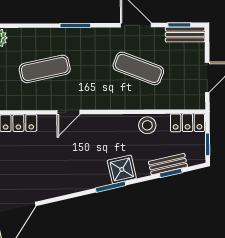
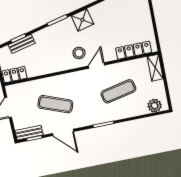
stool: (147, 125) -> (79, 53), moved
shower: (122, 169) -> (82, 20), moved

